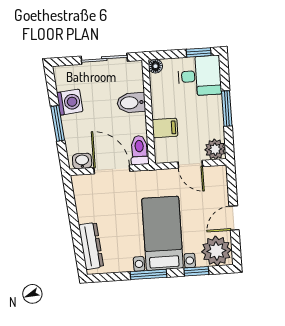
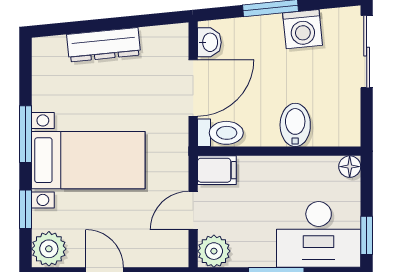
sliding door: (104, 59) -> (367, 52), moved
desk: (200, 76) -> (319, 234), width x1.37
filing cabinet: (165, 128) -> (217, 170), moved, turned -90
dresser: (91, 246) -> (104, 45), moved
plant: (216, 251) -> (49, 249), width x0.73, depth x0.73

